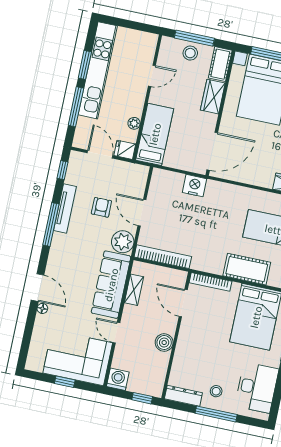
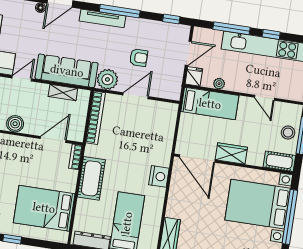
window: (85, 65) -> (271, 34), width x0.67
wardrobe: (213, 97) -> (231, 153), moved
nightstand: (194, 186) -> (159, 176), moved
tv unit: (65, 208) -> (102, 18), moved
cot: (247, 269) -> (91, 178), moved
bookcase: (210, 282) -> (76, 157), width x0.64

